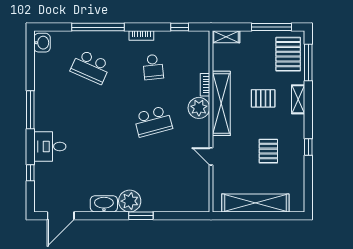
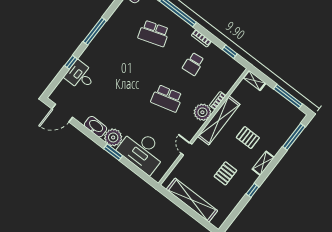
pallet: (288, 54) -> (285, 122), removed
school desk: (91, 67) -> (154, 33), turned -42
shelving: (298, 99) -> (263, 163), moved
desk: (50, 146) -> (80, 76), moved
window: (30, 173) -> (71, 62), moved
desk: (169, 192) -> (142, 151), added

